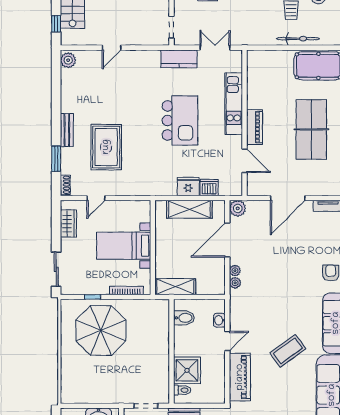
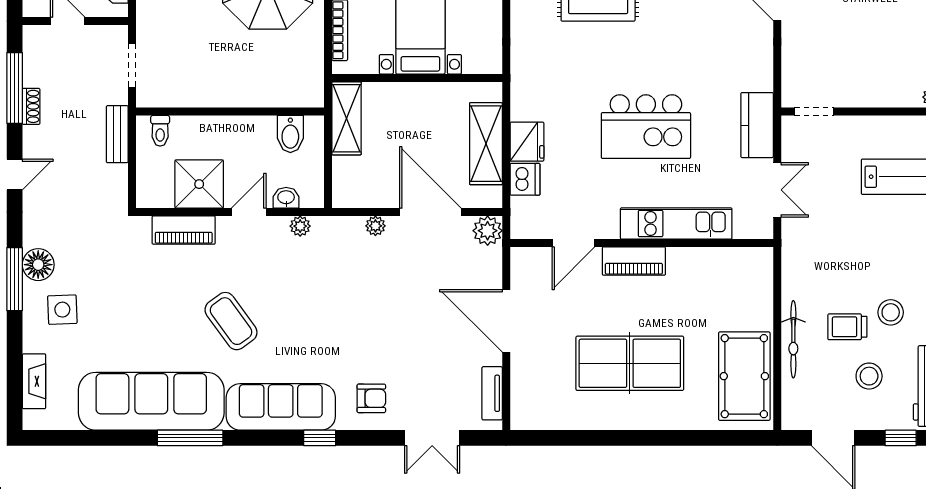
plant: (235, 283) -> (300, 226), moved
door: (227, 341) -> (249, 212), swing flipped
shower: (187, 370) -> (199, 184), moved
piano: (240, 377) -> (184, 230), width x0.73, depth x0.75

